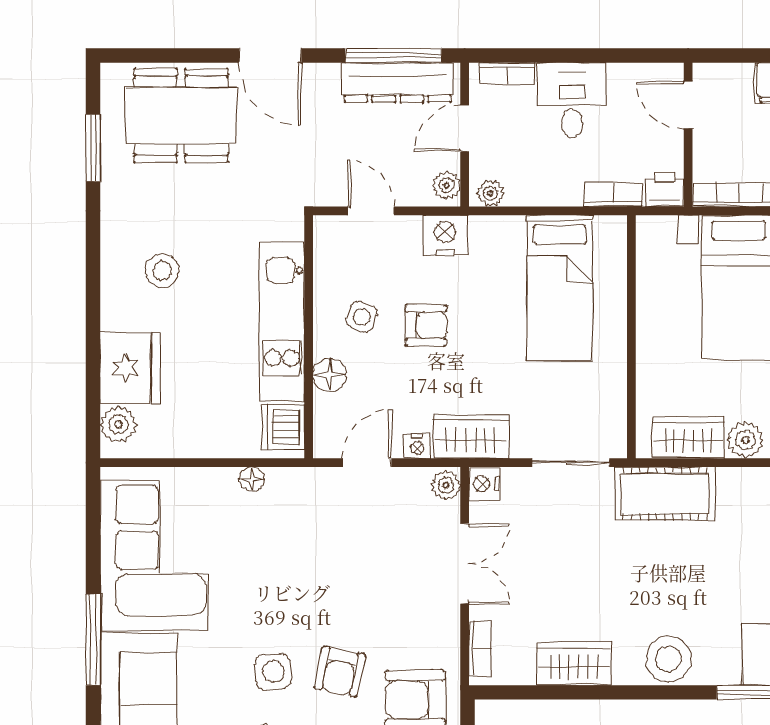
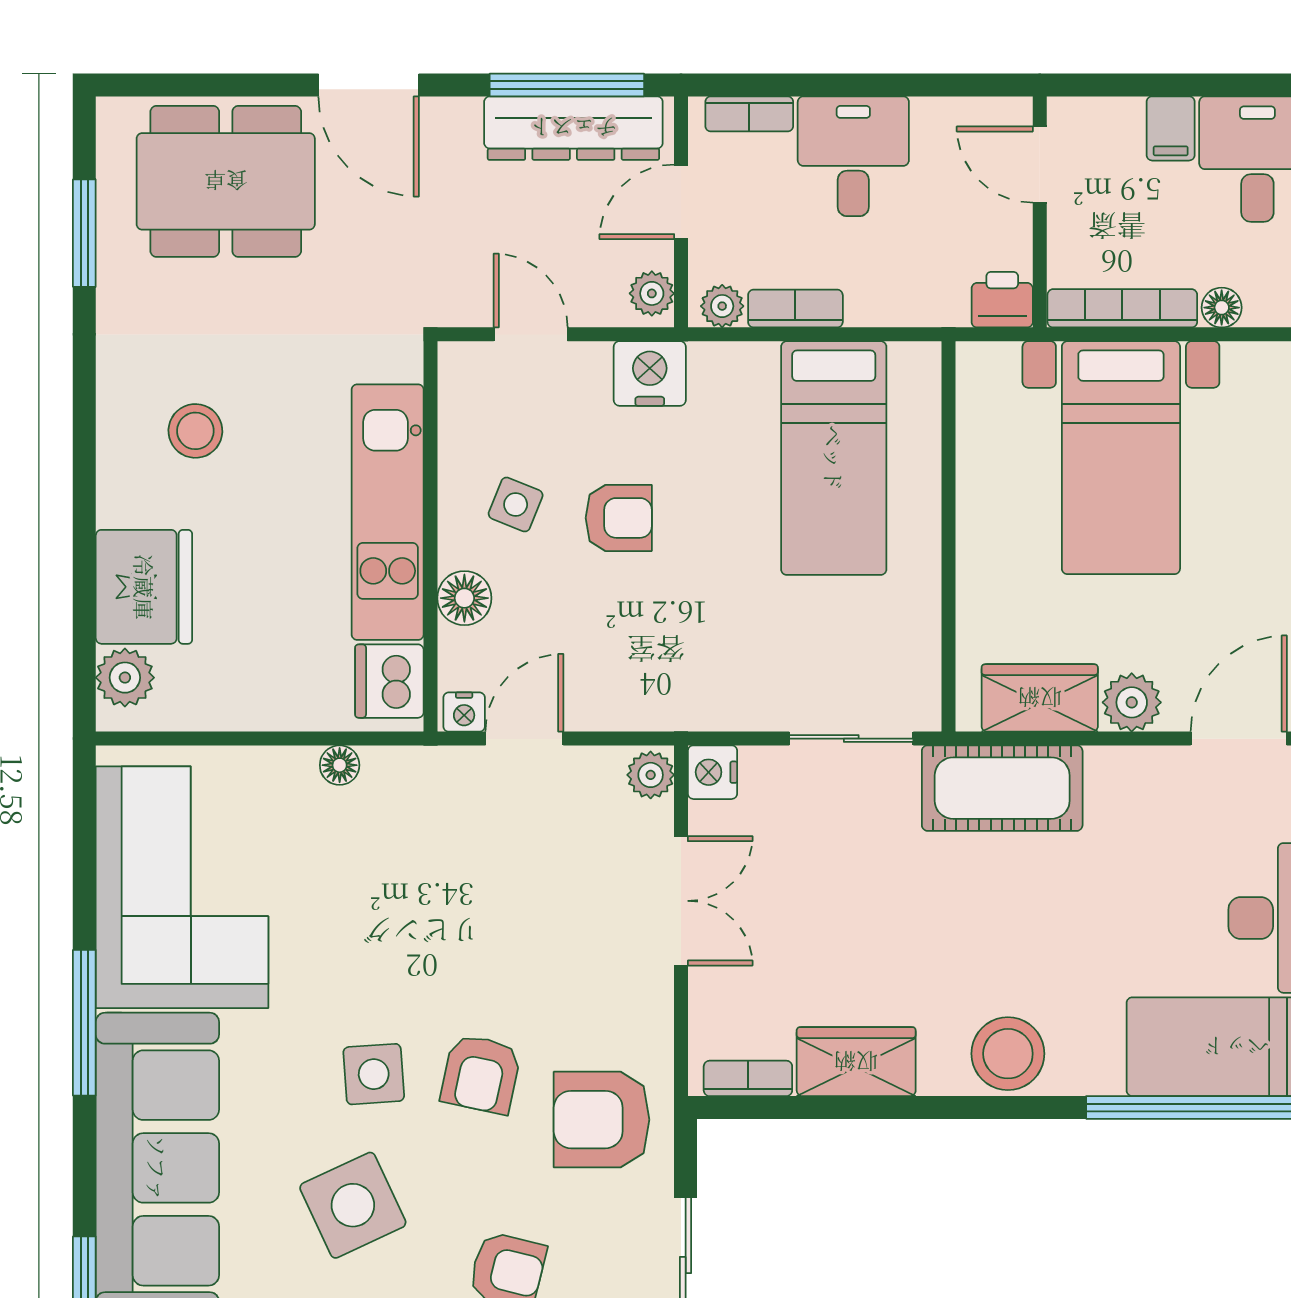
bookcase: (613, 195) -> (795, 309), moved
wardrobe: (471, 436) -> (691, 696), removed
nightstand: (417, 446) -> (464, 712), moved
bookcase: (480, 649) -> (748, 1078), moved, turned -90

